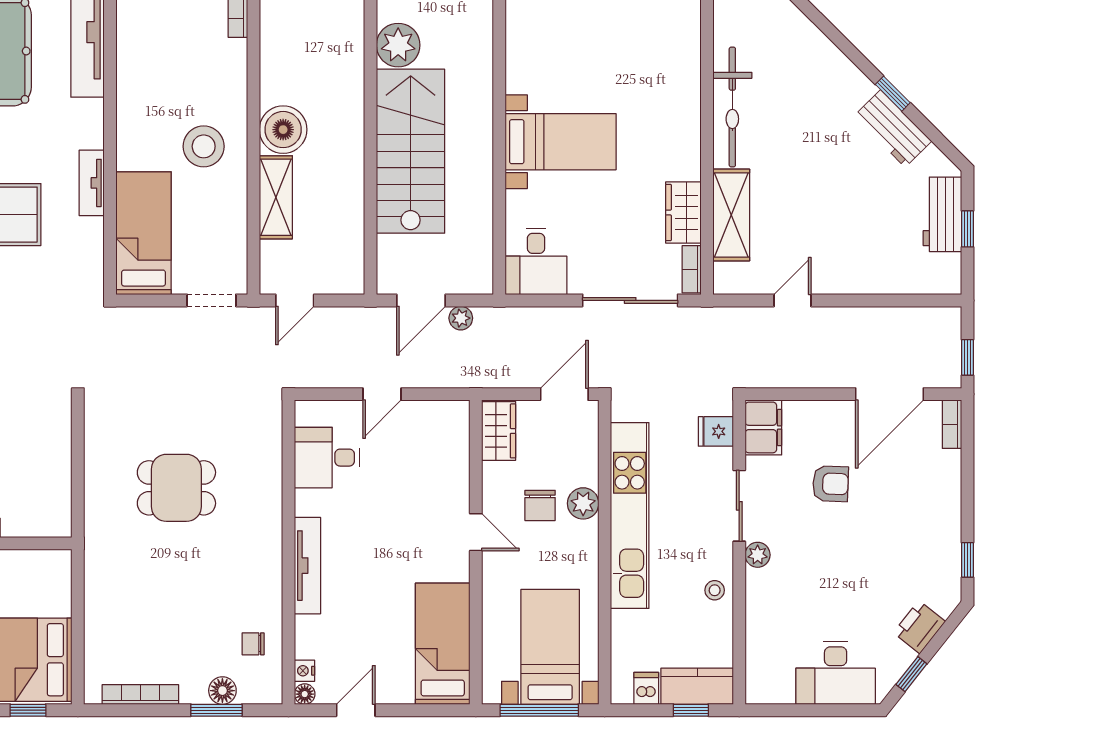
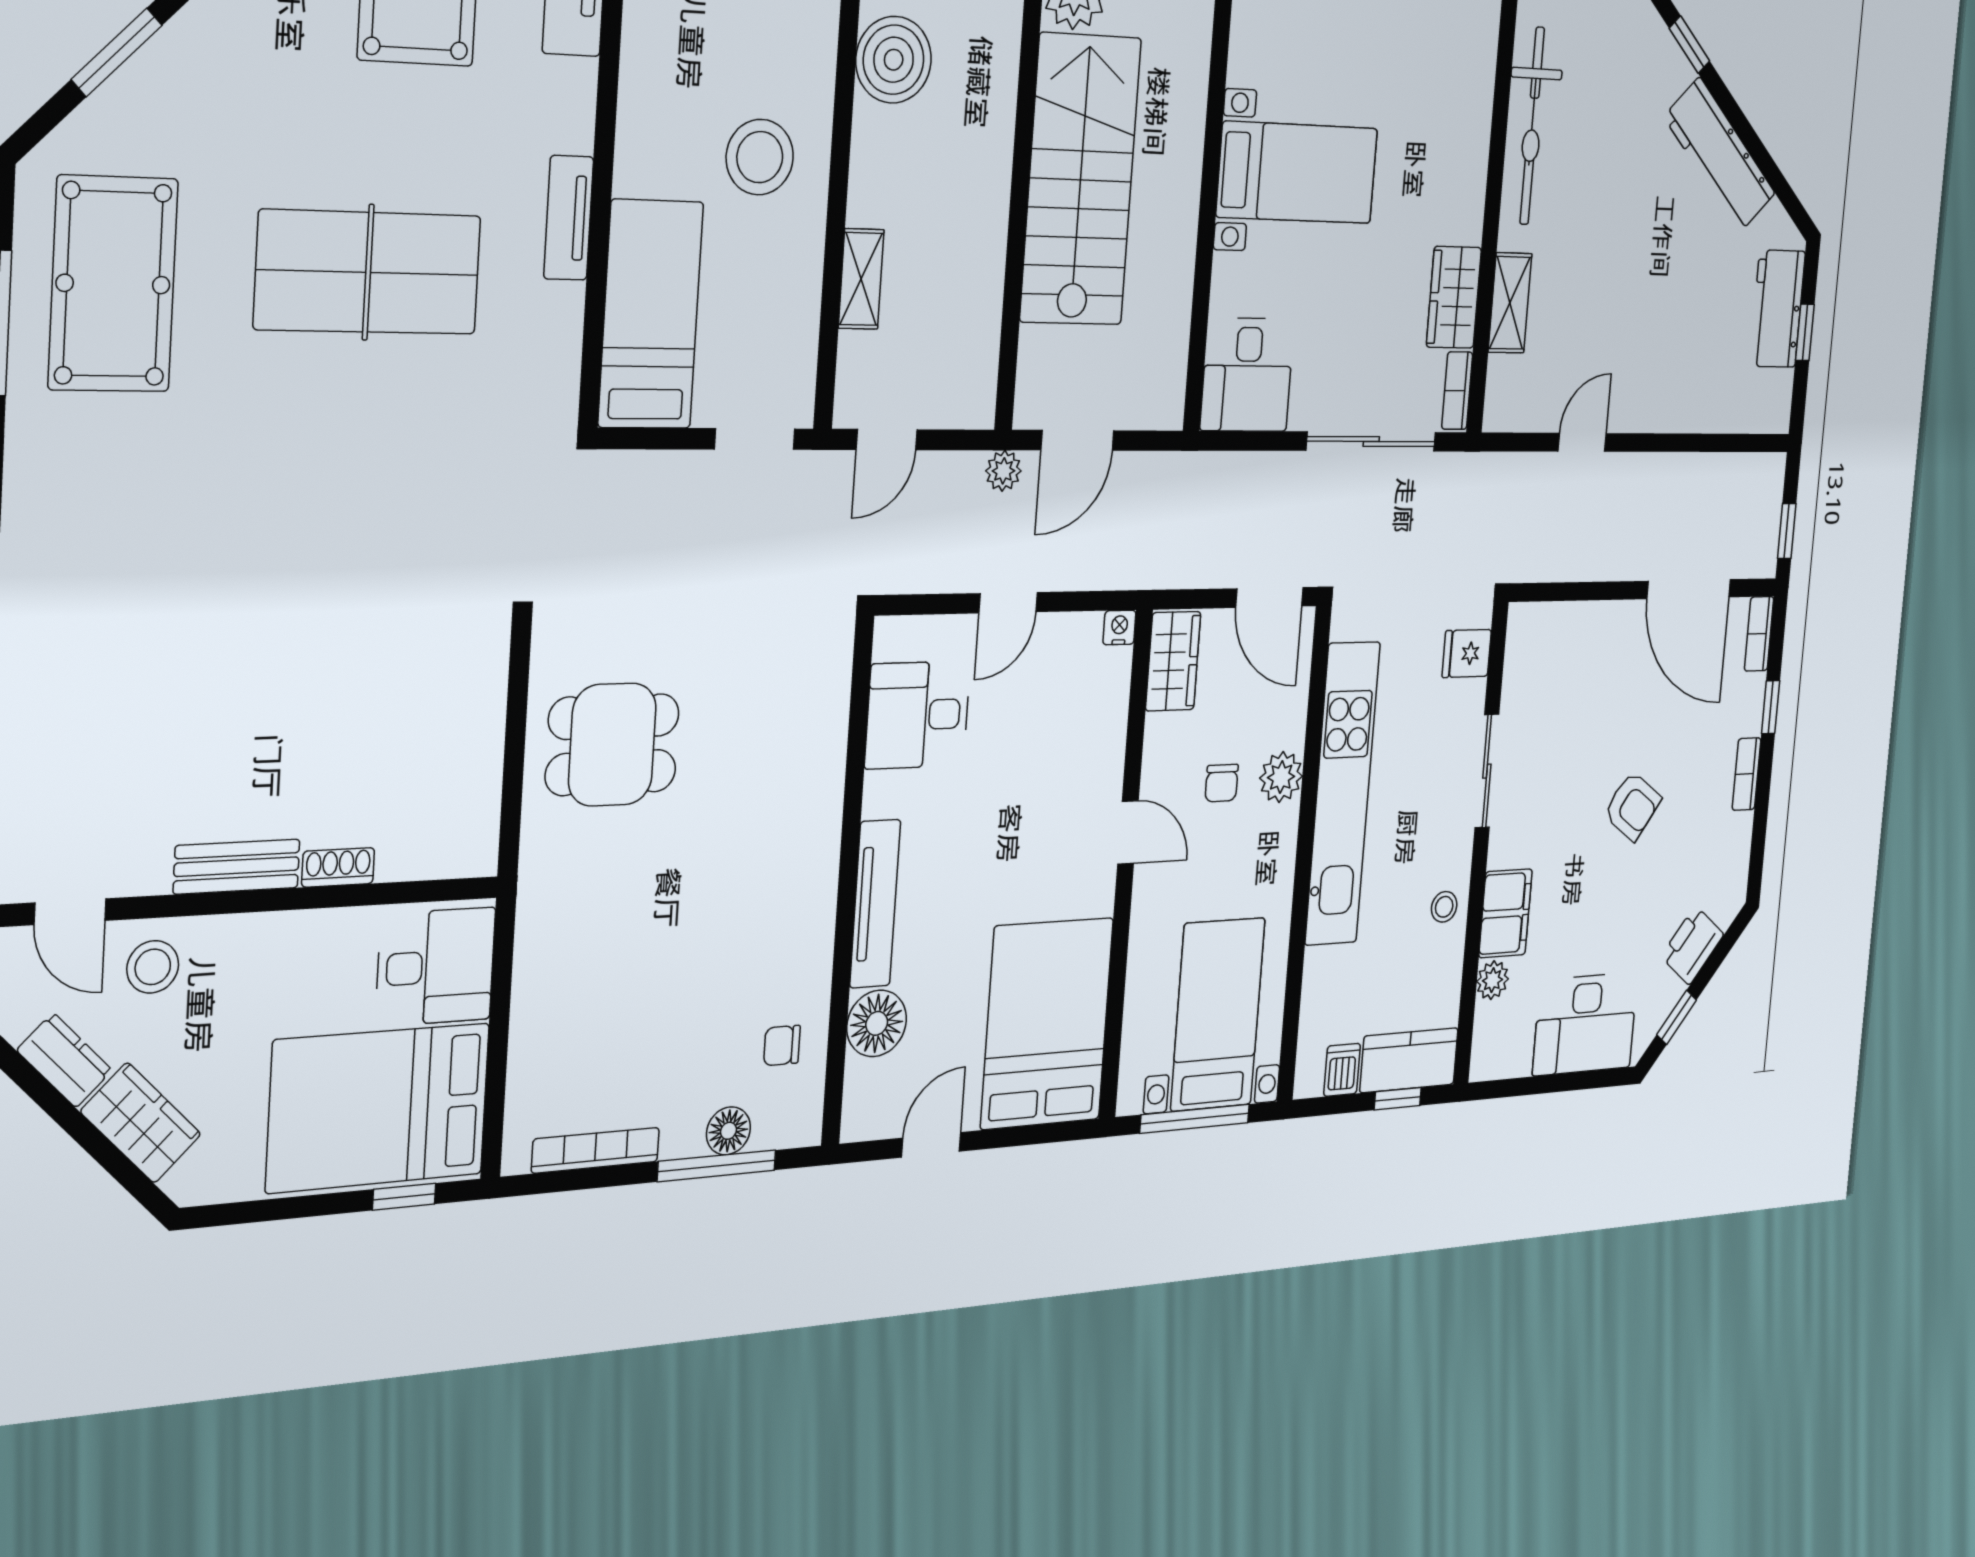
window: (893, 94) -> (1689, 45), moved
workbench: (893, 129) -> (1720, 155), width x1.38
boiler: (283, 130) -> (894, 60), moved
shelving: (276, 197) -> (861, 279), width x0.67, depth x0.75
shelving: (731, 215) -> (1510, 303), width x0.67, depth x0.75
plant: (461, 318) -> (1003, 471), moved
door: (564, 394) -> (1269, 597), swing flipped
door: (889, 394) -> (1689, 589), hinge flipped
filing cabinet: (763, 427) -> (1505, 913), moved
armchair: (831, 484) -> (1633, 806), moved, turned 33
dining table: (176, 488) -> (612, 745), moved
chair: (540, 505) -> (1222, 783), width x0.73, depth x0.73
bookcase: (952, 516) -> (1747, 774), added
plant: (758, 555) -> (1493, 980), moved
window: (968, 560) -> (1771, 707), moved
desk: (39, 585) -> (435, 967), added
bed: (443, 644) -> (1047, 1023), width x1.50
nightstand: (304, 671) -> (1119, 627), moved, turned 90
floor lamp: (305, 694) -> (877, 1023), moved, width x1.89, depth x1.89
window: (216, 710) -> (717, 1166), width x1.44

